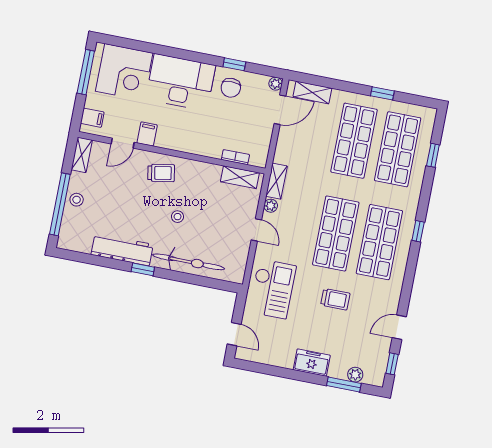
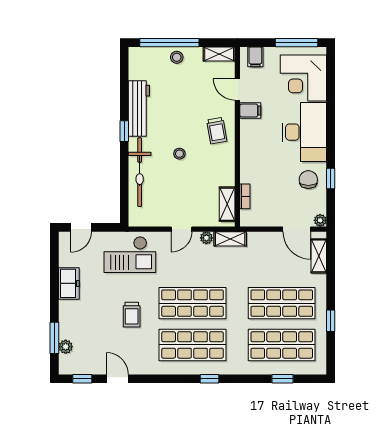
chair: (231, 88) -> (308, 180), turned 90
freezer: (312, 363) -> (69, 283), moved

